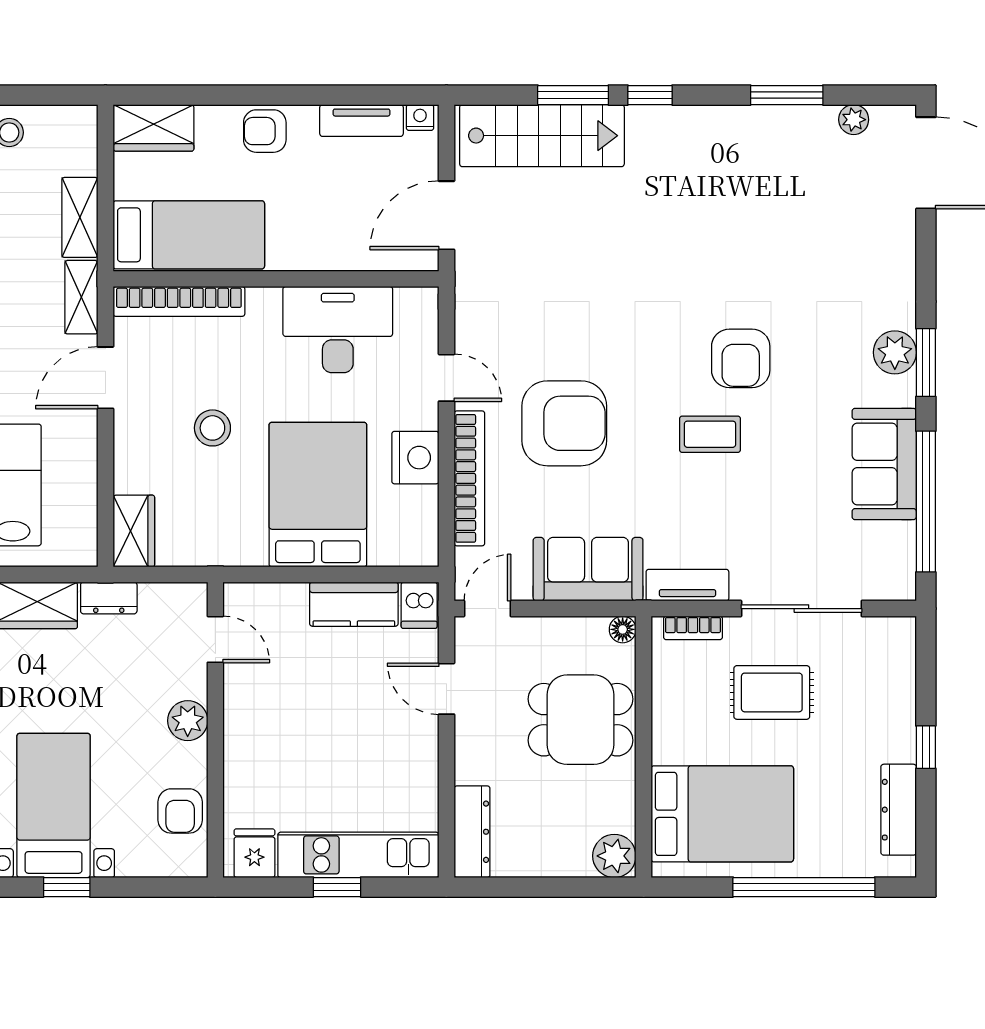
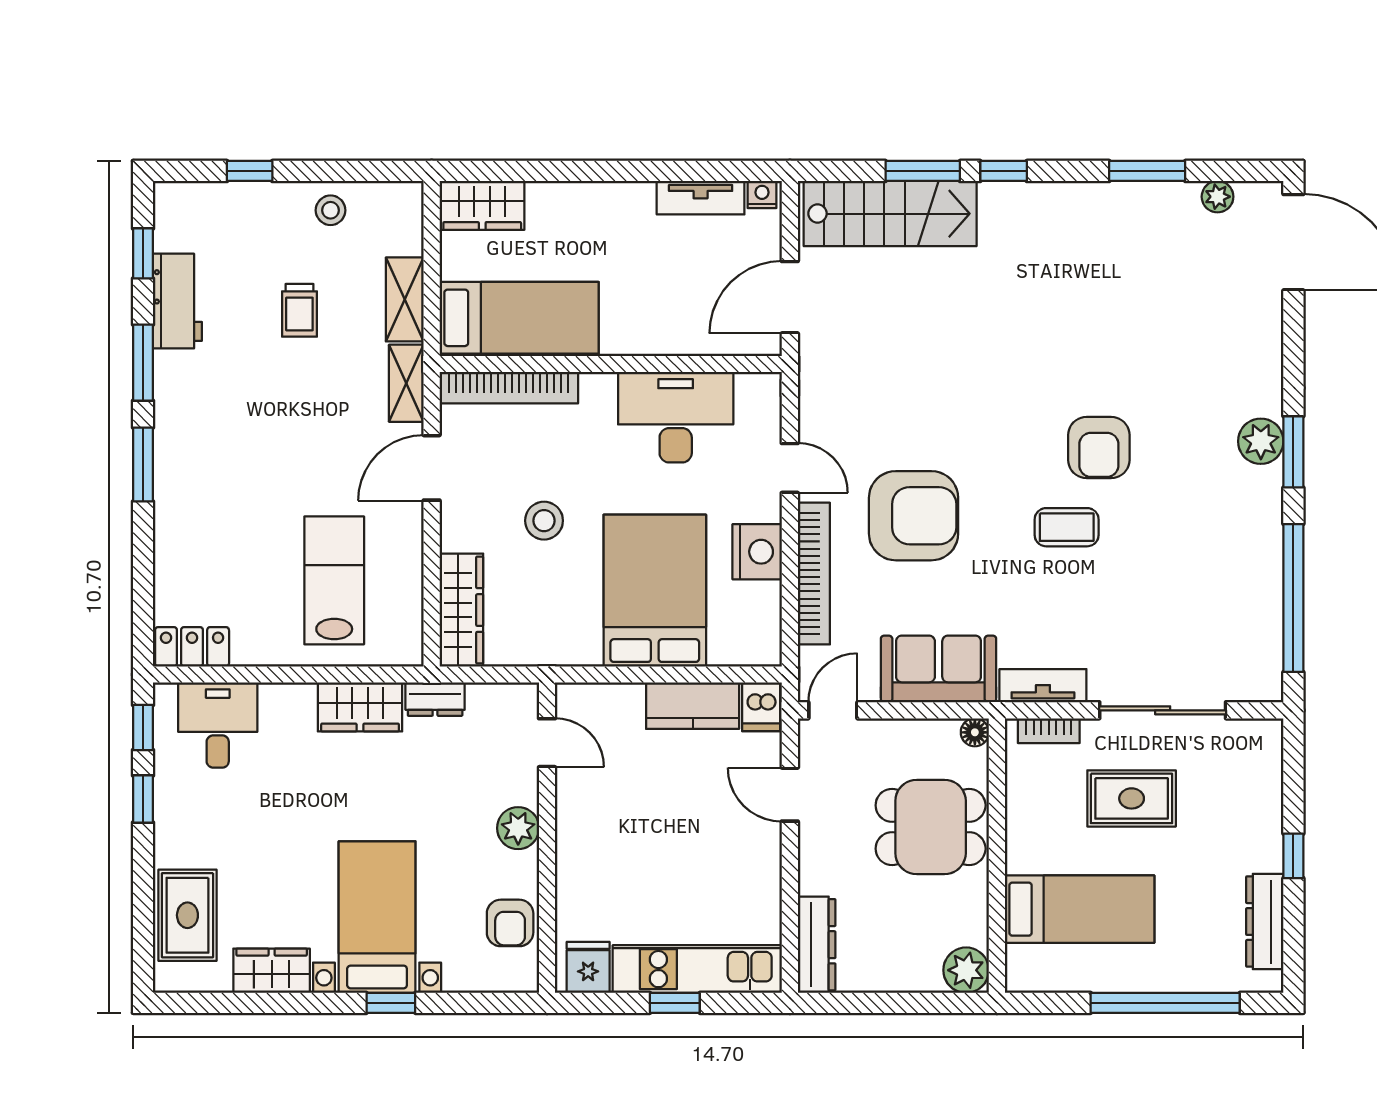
armchair: (265, 131) -> (599, 209), removed
sofa: (884, 464) -> (1250, 558), removed
wardrobe: (134, 531) -> (461, 610), width x1.50
bed: (722, 814) -> (1080, 909), width x0.67

